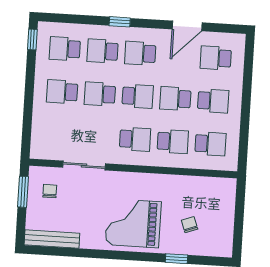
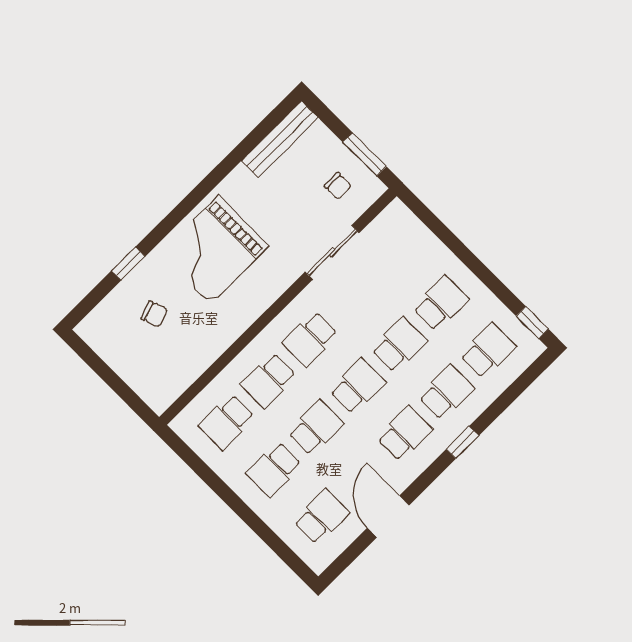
school desk: (138, 96) -> (357, 386), turned 180
grand piano: (133, 223) -> (214, 250), turned 180

